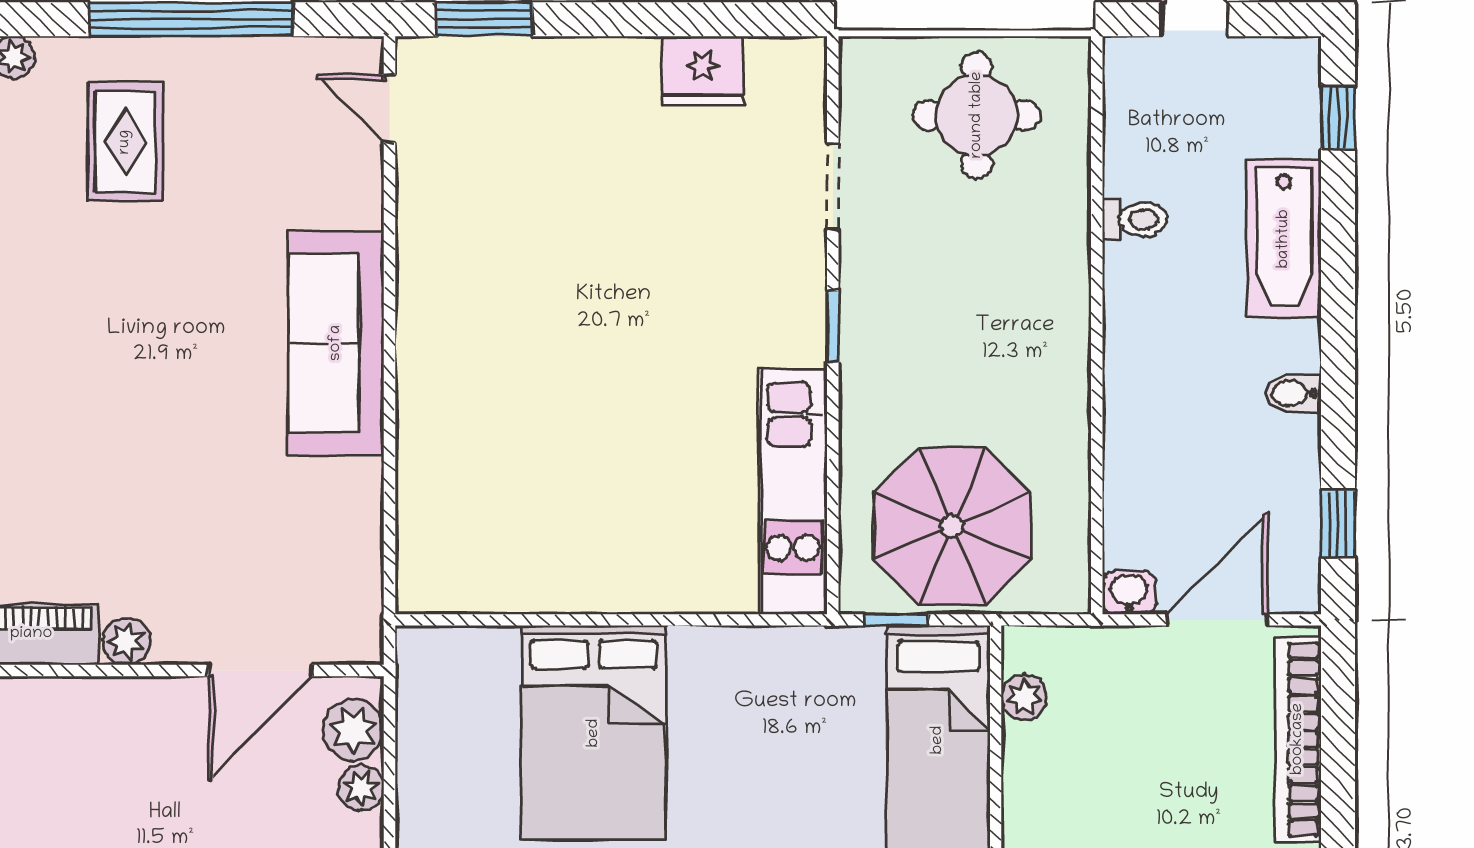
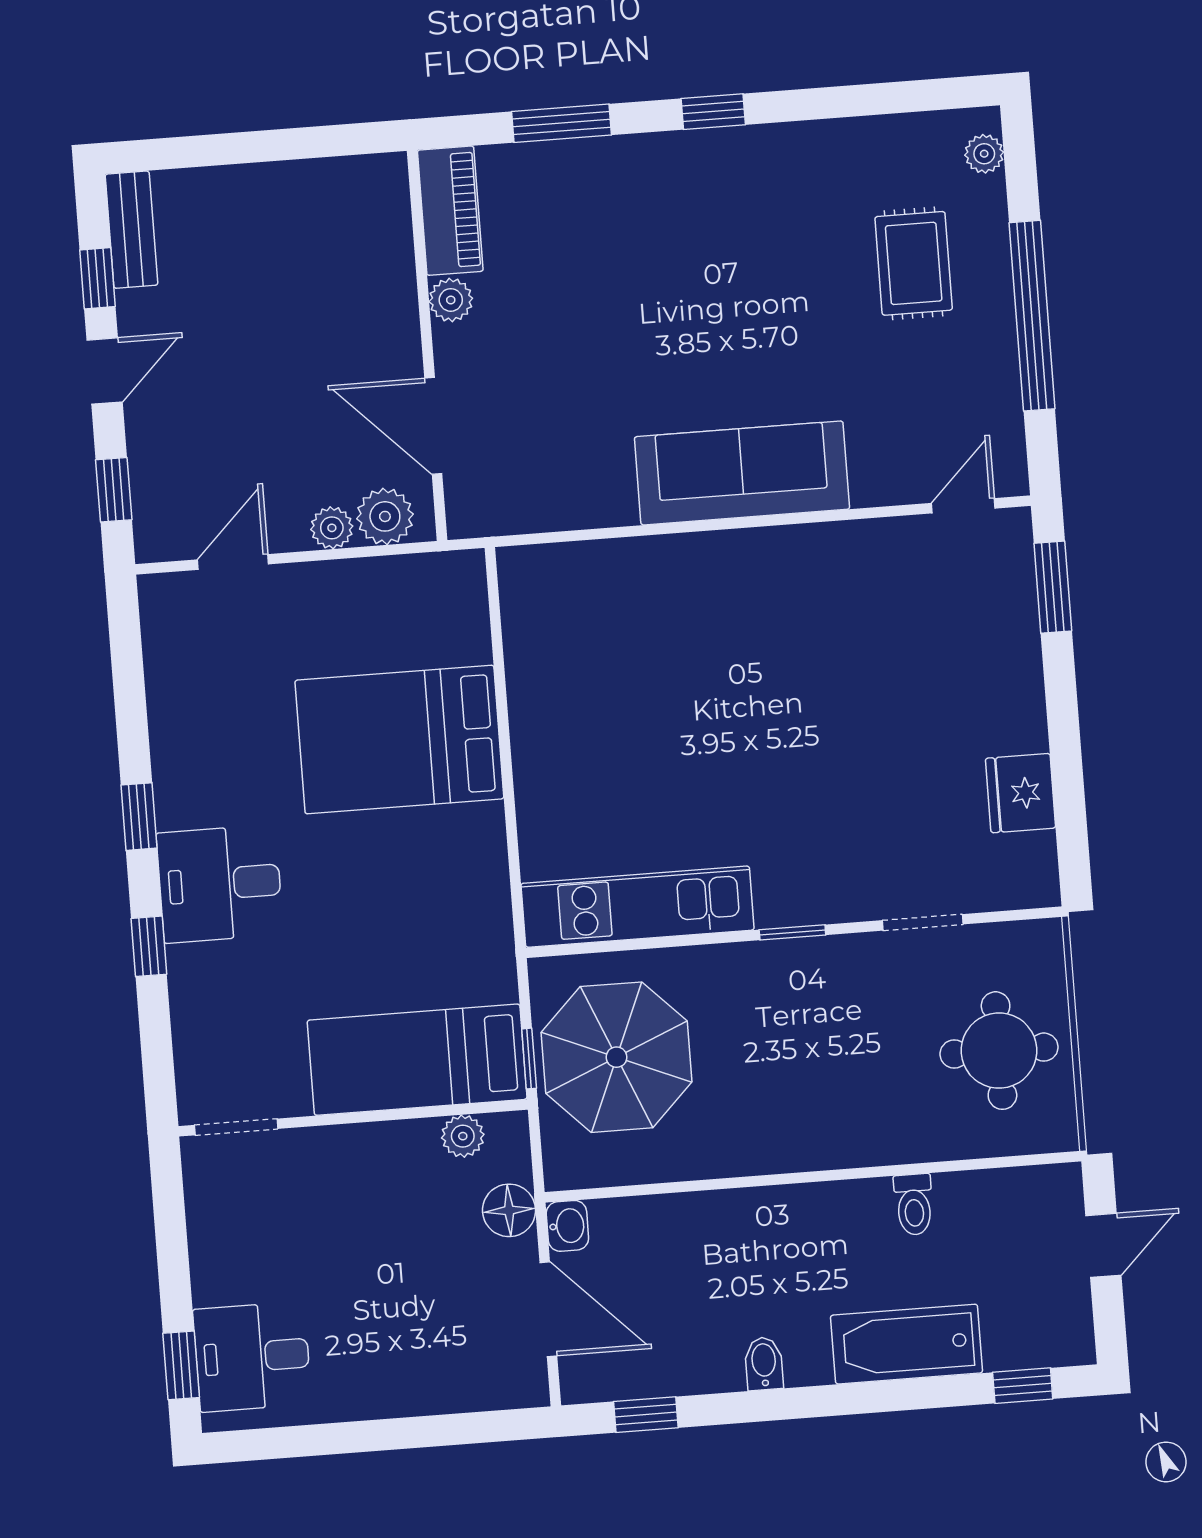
rug: (125, 142) -> (914, 263), turned 90
window: (896, 620) -> (529, 1059), moved
floor lamp: (1108, 654) -> (509, 1210), added
bookcase: (1298, 739) -> (443, 1393), removed

